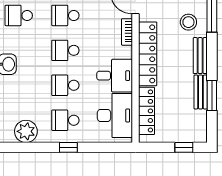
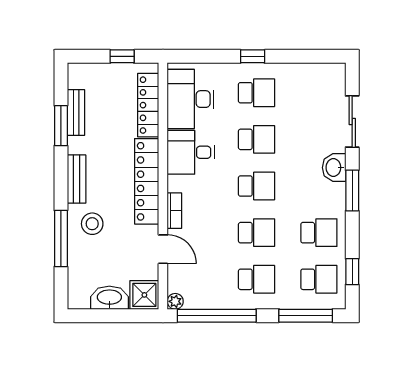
bench: (201, 92) -> (76, 113), moved
plant: (26, 131) -> (309, 78), removed
window: (184, 147) -> (122, 56), moved

